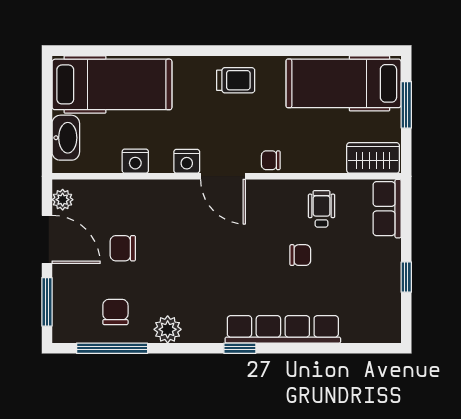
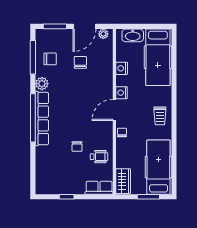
row of seats: (283, 329) -> (42, 118), moved
window: (240, 348) -> (33, 118), width x3.17

